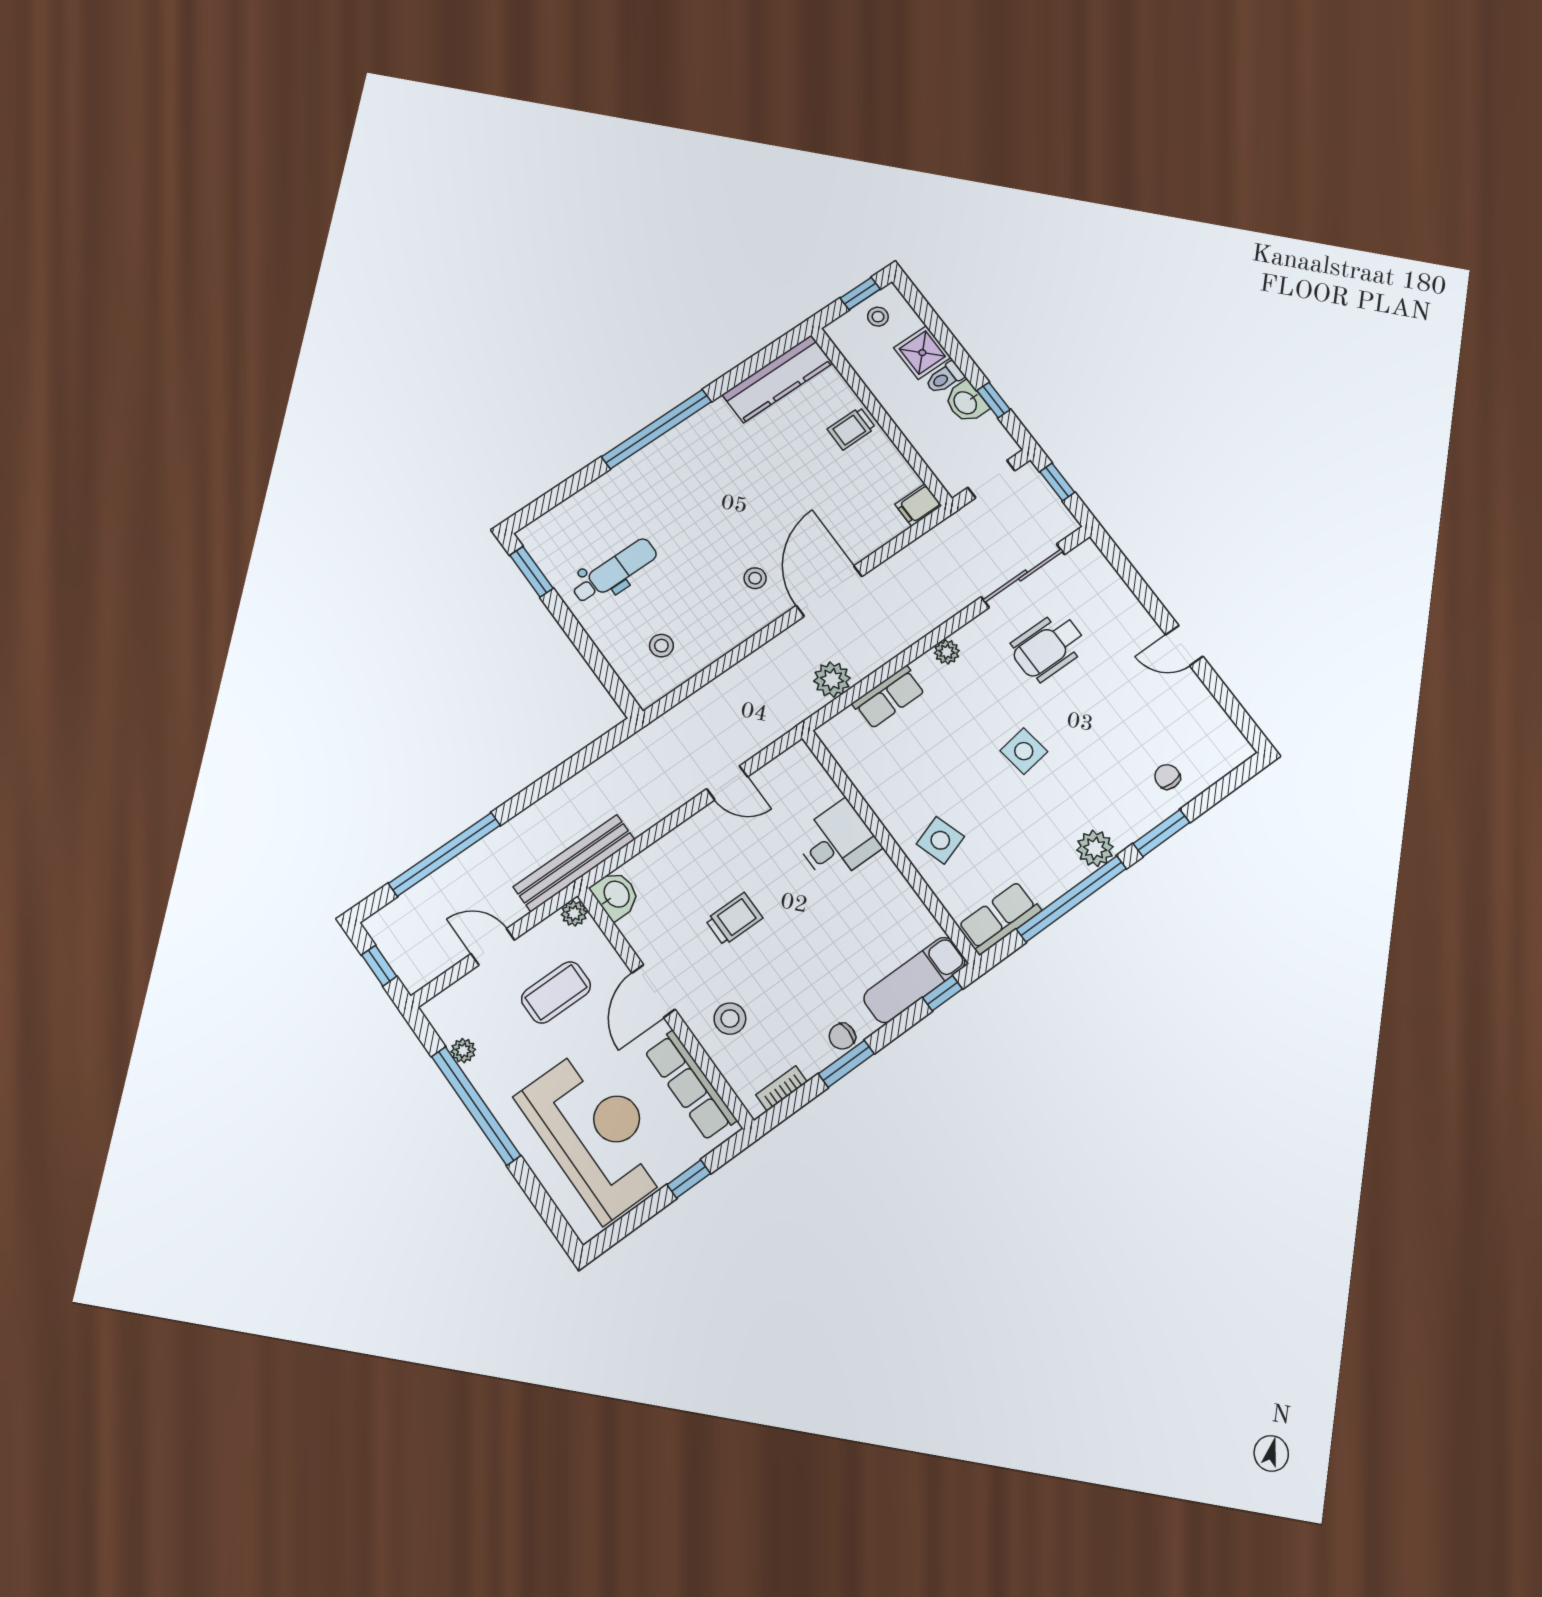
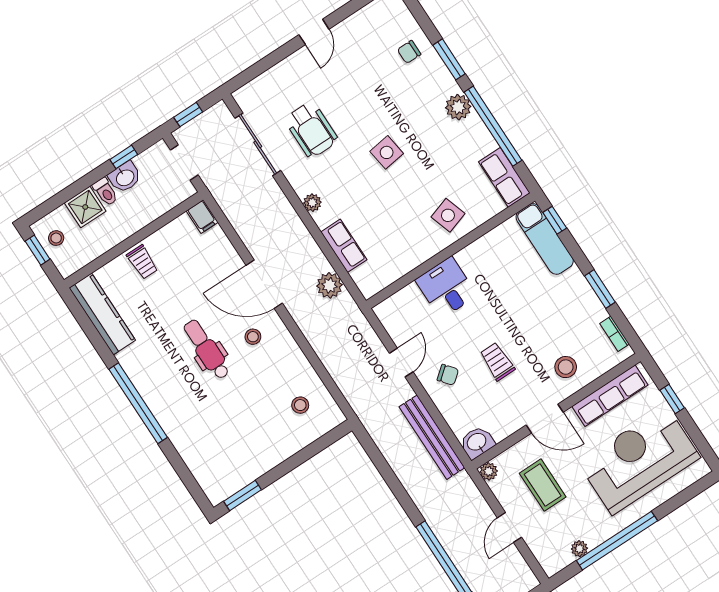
dental chair: (615, 571) -> (207, 349), moved
bench: (574, 863) -> (432, 437), moved
chair: (842, 1036) -> (448, 375), moved, turned -39

